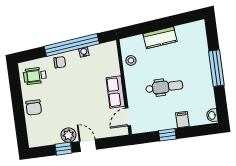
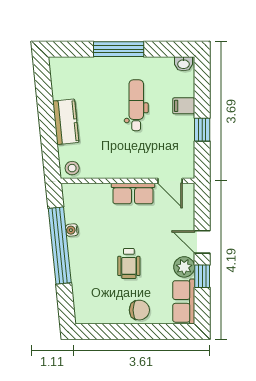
stool: (131, 60) -> (72, 168), moved
chair: (60, 62) -> (81, 266), removed
wheelchair: (35, 76) -> (129, 264), moved
dental chair: (164, 87) -> (136, 105), moved
row of seats: (44, 138) -> (184, 301), added
door: (88, 145) -> (202, 242), hinge flipped

